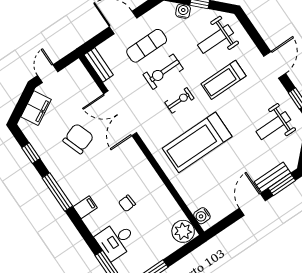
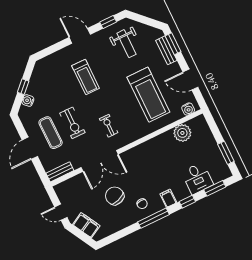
weight bench: (216, 39) -> (53, 79), removed
exercise bike: (179, 100) -> (109, 126), moved
treadmill: (197, 142) -> (148, 95), moved
window: (31, 153) -> (187, 202), moved
chair: (127, 203) -> (142, 204), moved
door: (252, 205) -> (190, 80), moved
plant: (183, 231) -> (182, 133), moved

